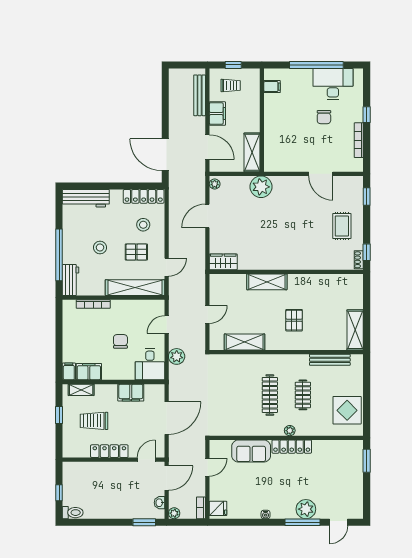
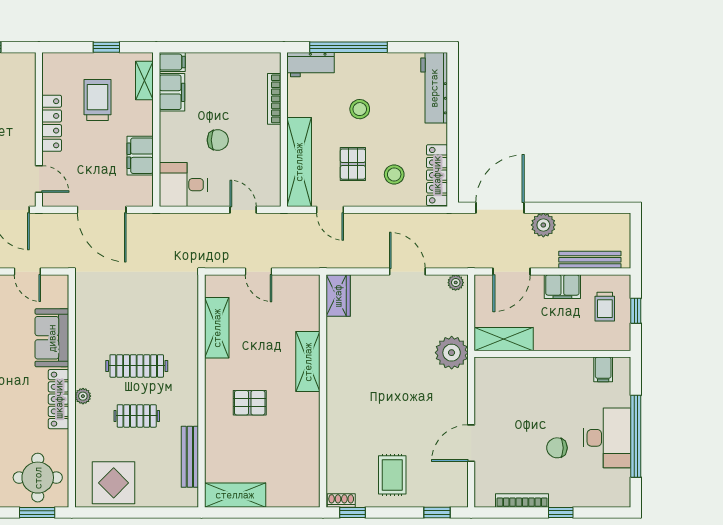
desk: (333, 84) -> (607, 438), moved
rug: (342, 226) -> (392, 475), turned 90
plant: (177, 356) -> (543, 225), moved
round table: (344, 460) -> (38, 478), added

